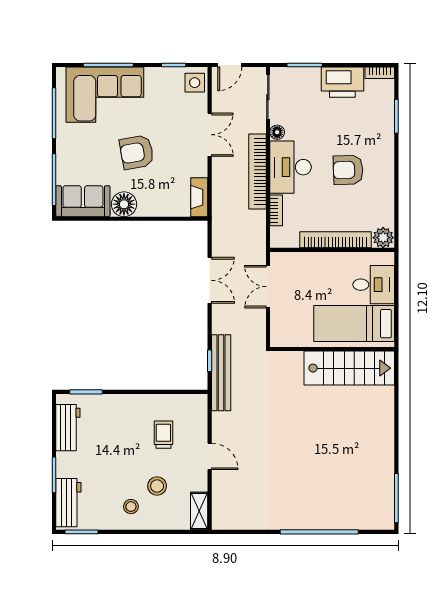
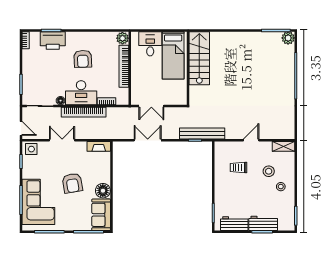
printer: (342, 82) -> (53, 41), moved, turned 90
workbench: (68, 503) -> (263, 223), moved
plant: (384, 519) -> (288, 38), added

